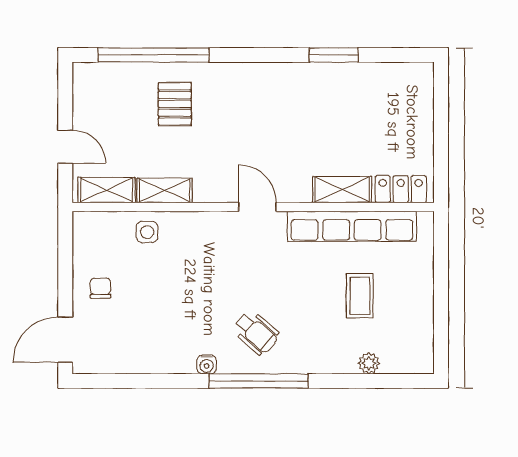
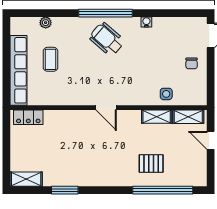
pallet: (175, 104) -> (151, 164), turned 90
shelving: (342, 190) -> (26, 179), moved
row of seats: (352, 226) -> (18, 70), moved, turned 90
wheelchair: (256, 333) -> (107, 39), width x1.36, depth x1.37
water cooler: (207, 364) -> (146, 22), moved

